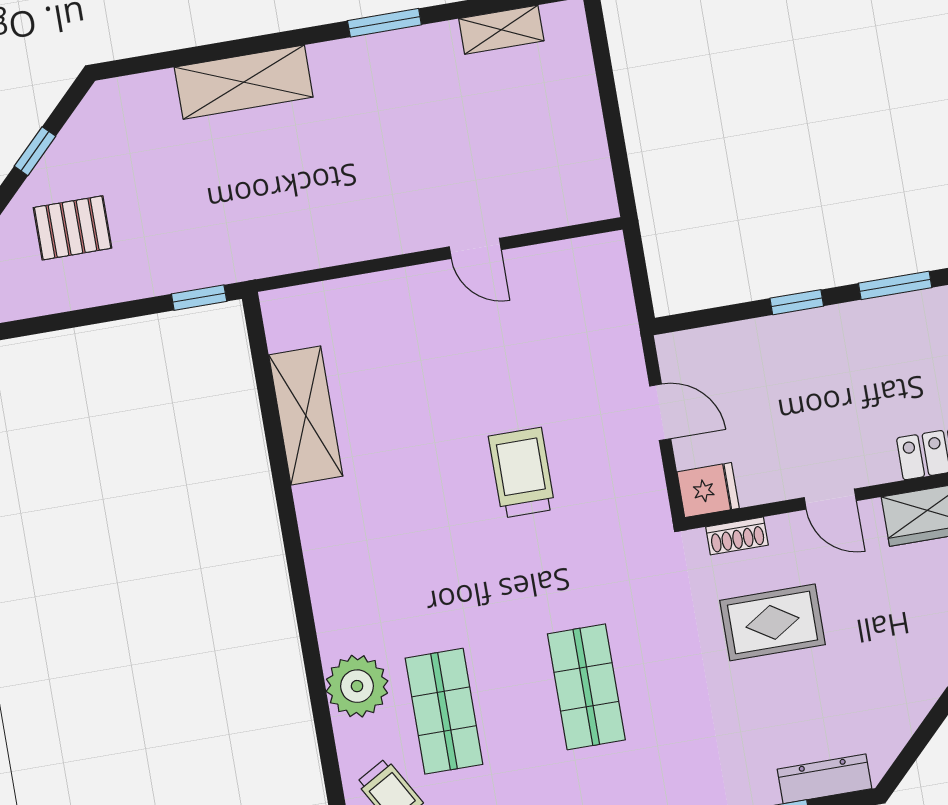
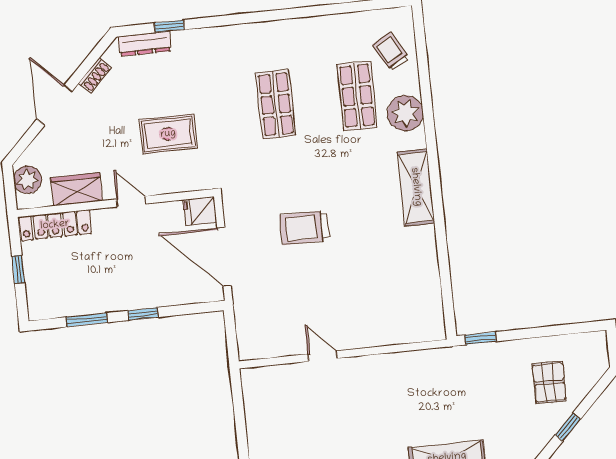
pallet: (73, 228) -> (549, 382), turned 90
door: (660, 412) -> (224, 257), width x1.87
shelving: (306, 415) -> (416, 187), moved
trolley: (522, 473) -> (304, 228), turned 90
shoe rack: (737, 536) -> (95, 75), moved, turned 135

